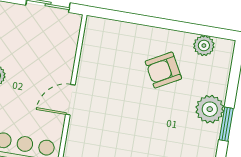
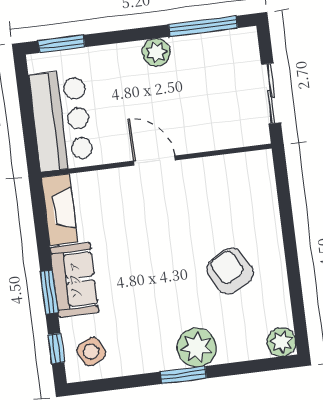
plant: (204, 46) -> (281, 342), moved

